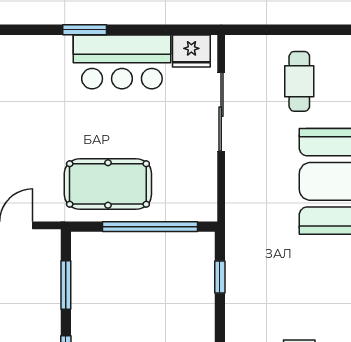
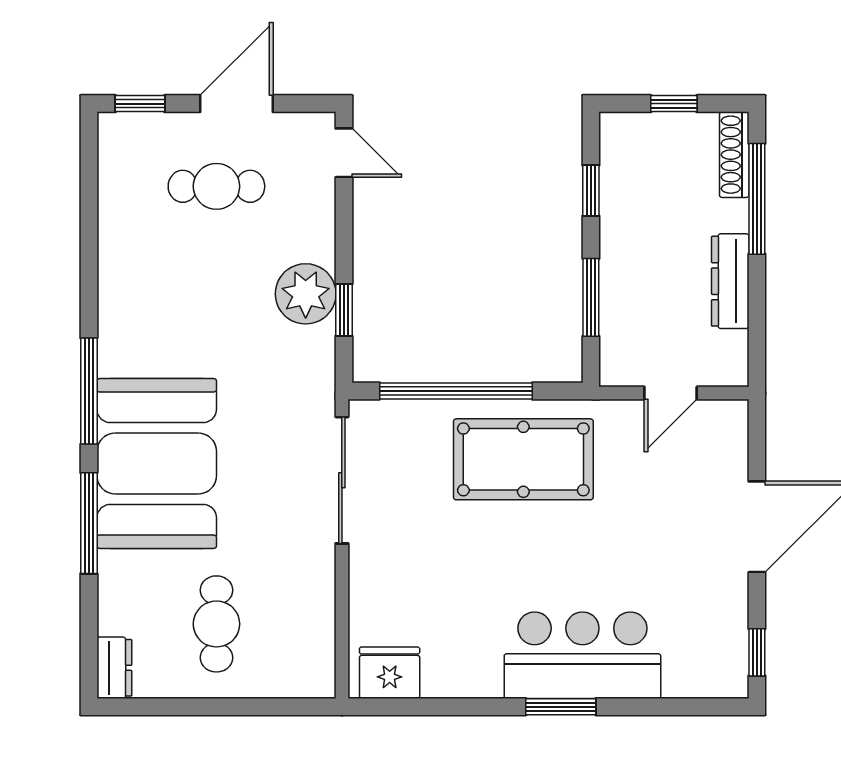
bar counter: (122, 62) -> (582, 655), moved
sliding door: (221, 112) -> (342, 480), moved
plant: (244, 287) -> (306, 294), added

